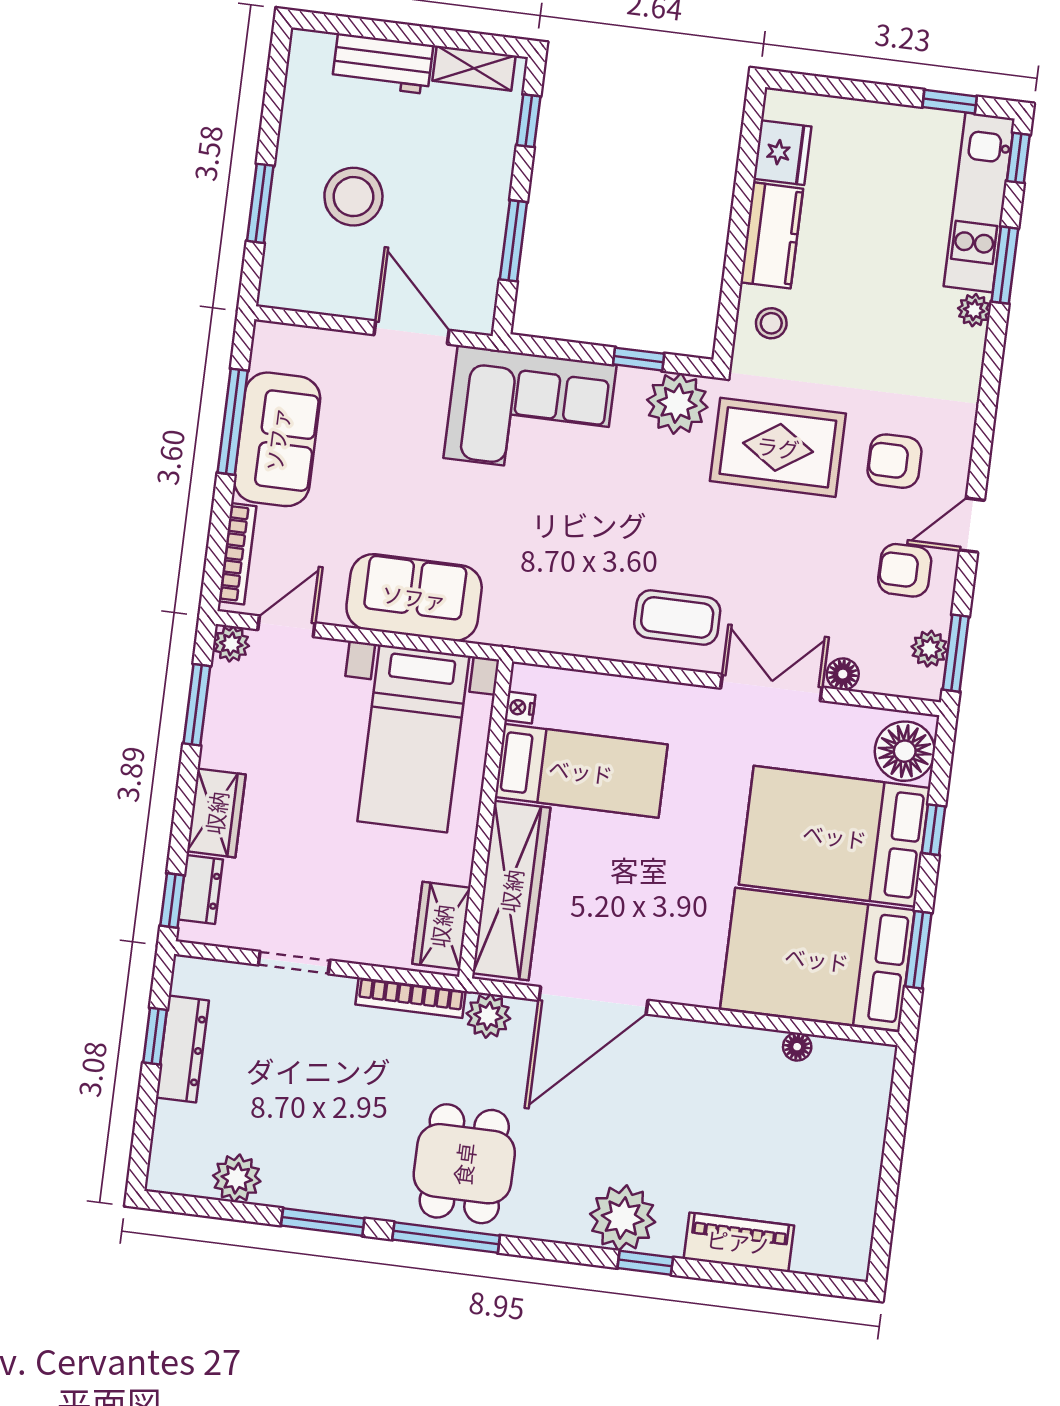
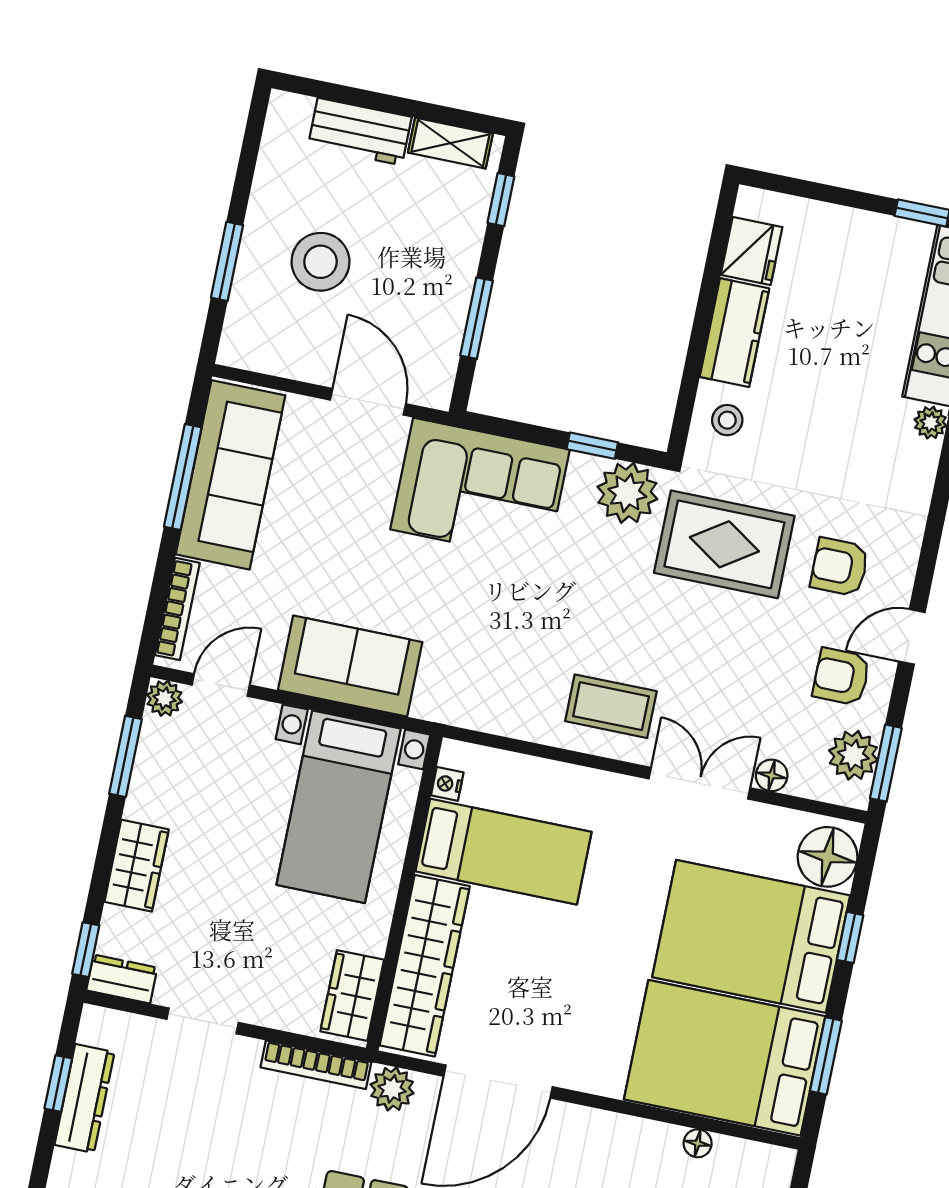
sofa: (277, 439) -> (231, 475), width x1.36
plant: (929, 649) -> (853, 755), width x1.38, depth x1.38
dresser: (201, 890) -> (122, 979), moved, turned -90

